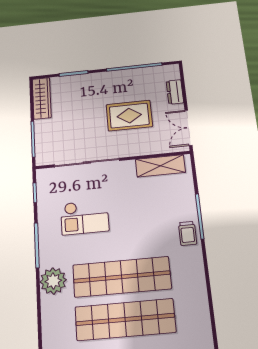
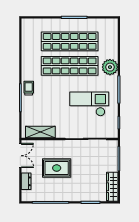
checkout: (85, 217) -> (89, 104), width x1.36, depth x1.21

